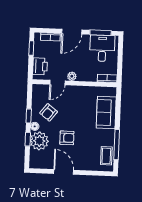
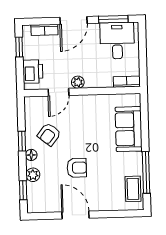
window: (28, 139) -> (23, 190), moved
plant: (39, 141) -> (33, 175), width x0.53, depth x0.53

